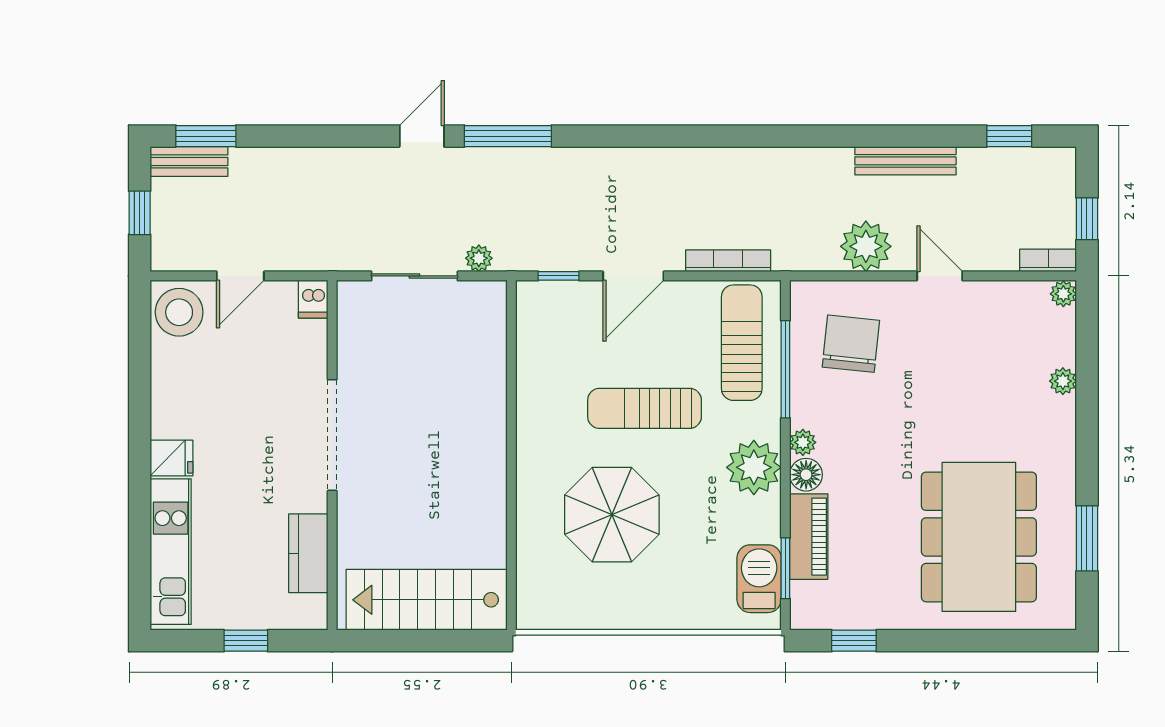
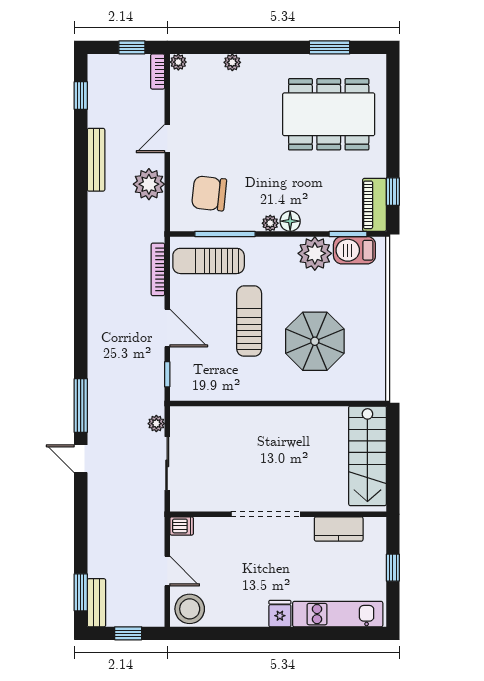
sun lounger: (645, 408) -> (249, 321), turned 180
plant: (754, 467) -> (315, 253), moved
piano: (809, 537) -> (374, 205), moved, turned -90

